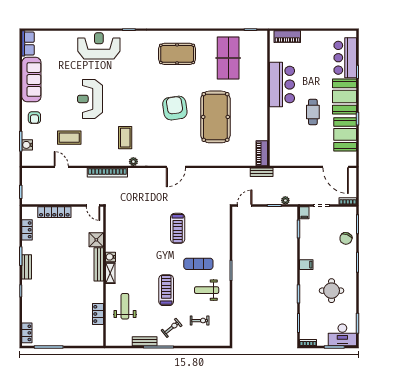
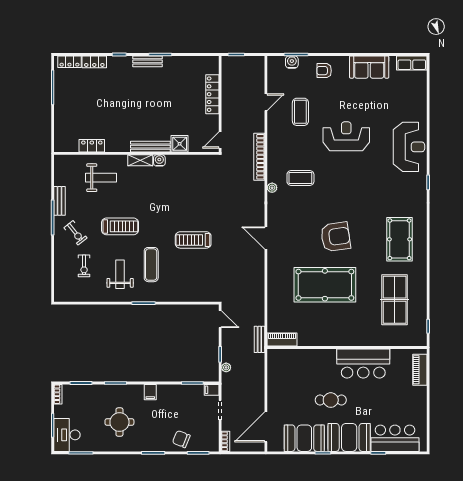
table tennis table: (228, 58) -> (395, 300), turned 90
sofa: (31, 79) -> (369, 67), width x0.73
locker: (27, 230) -> (94, 62), moved

